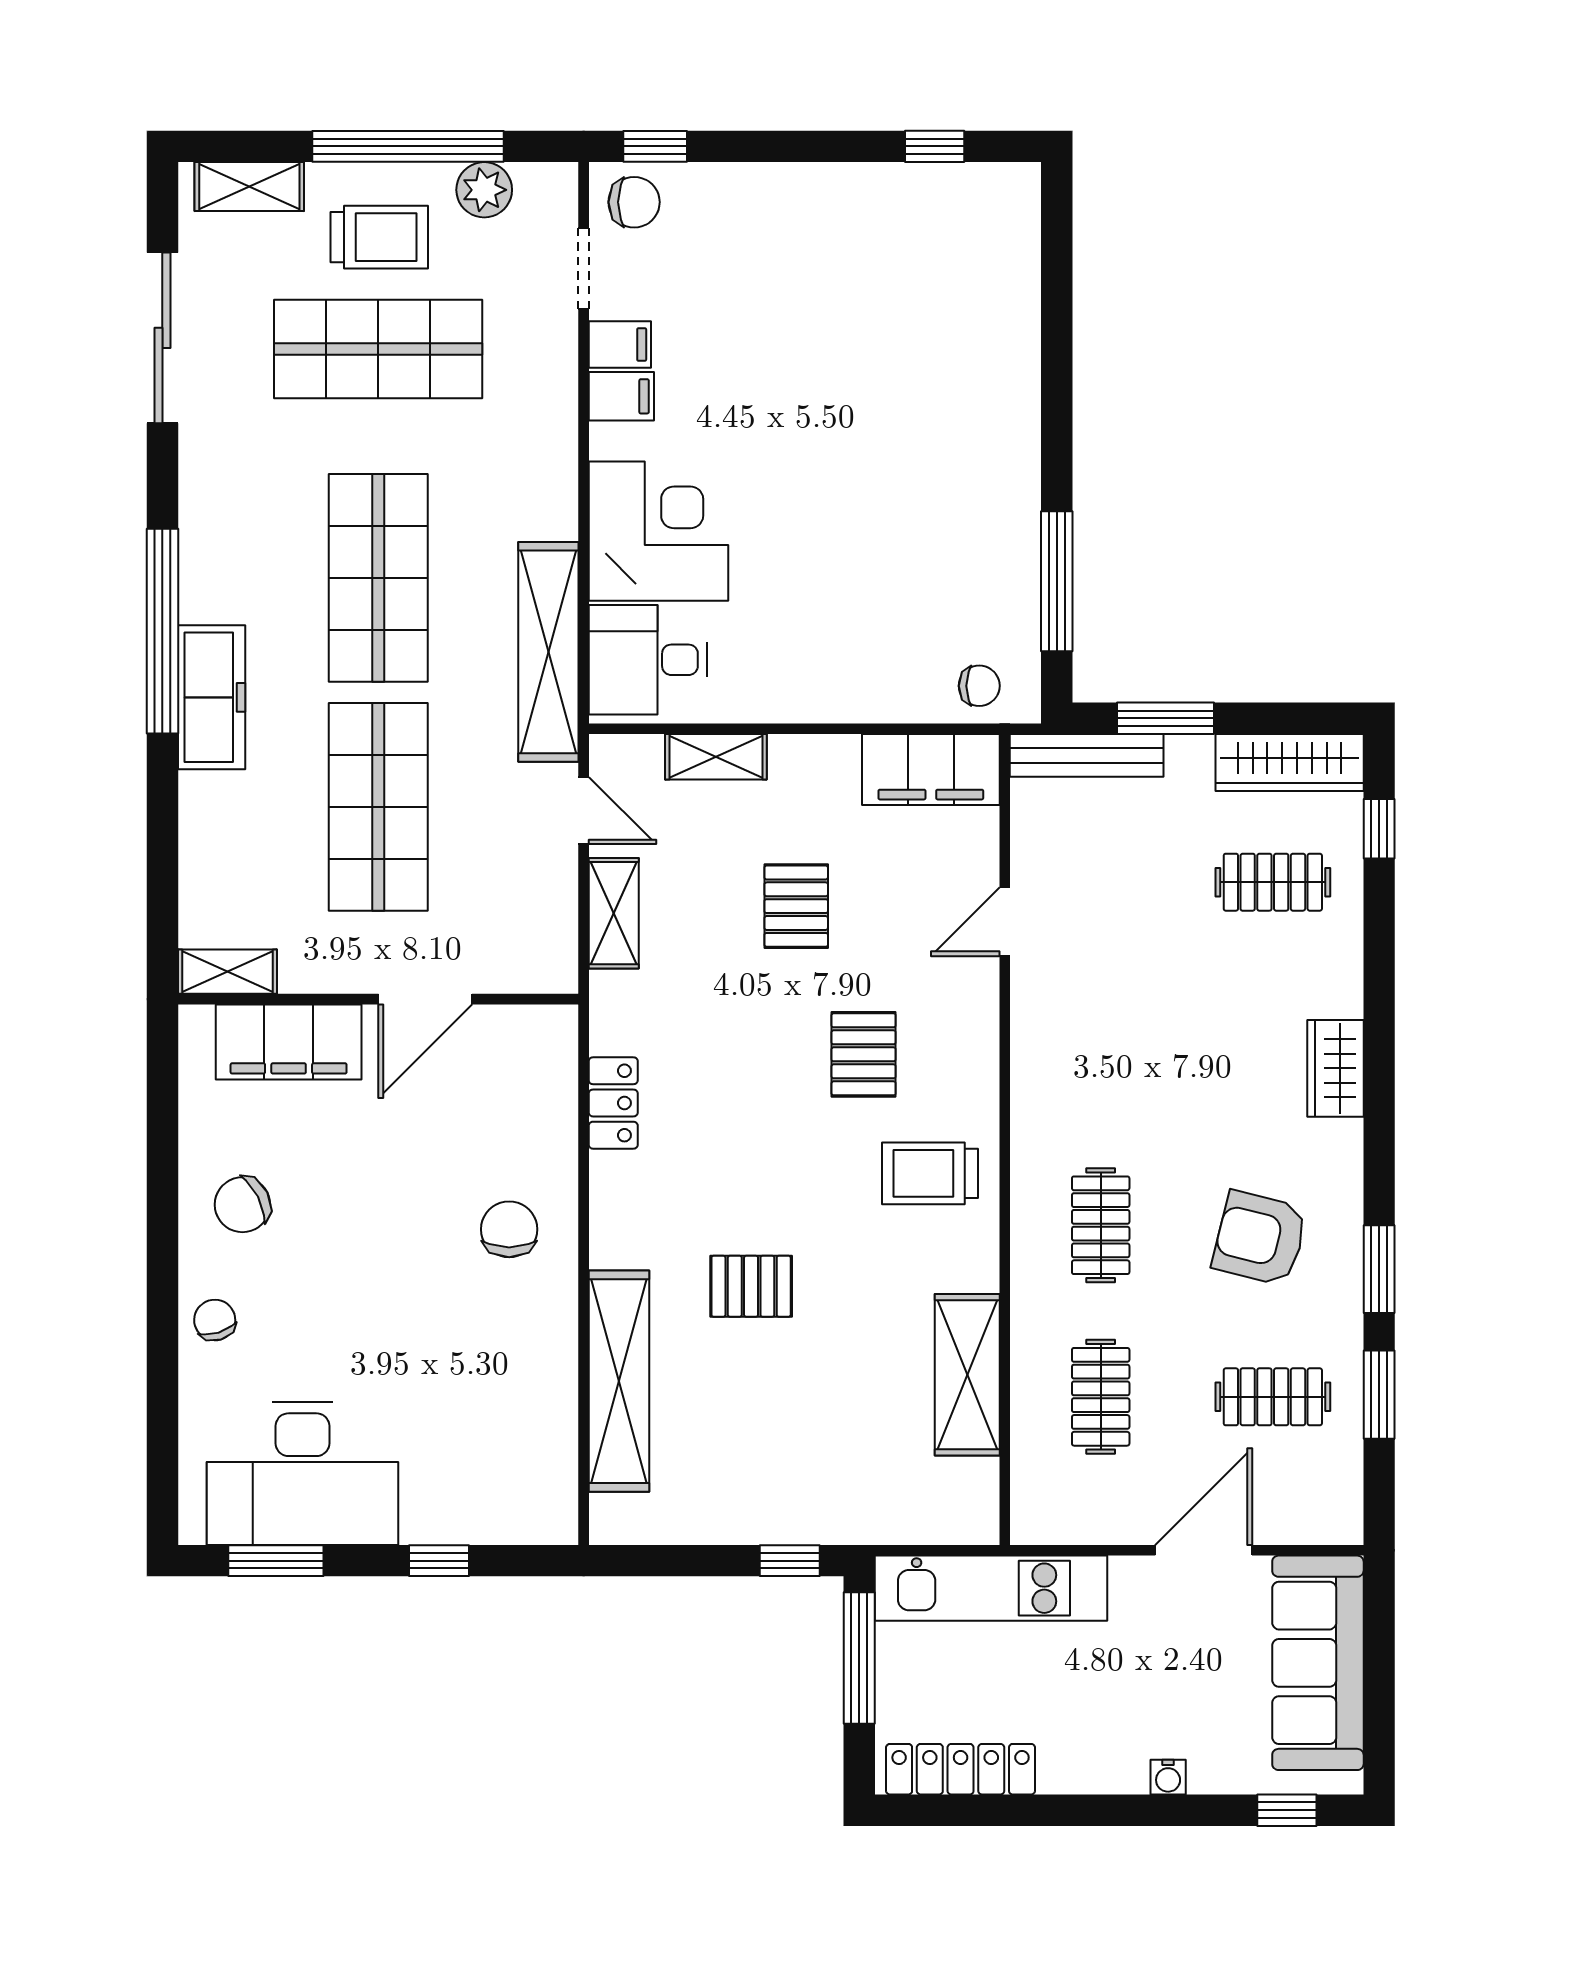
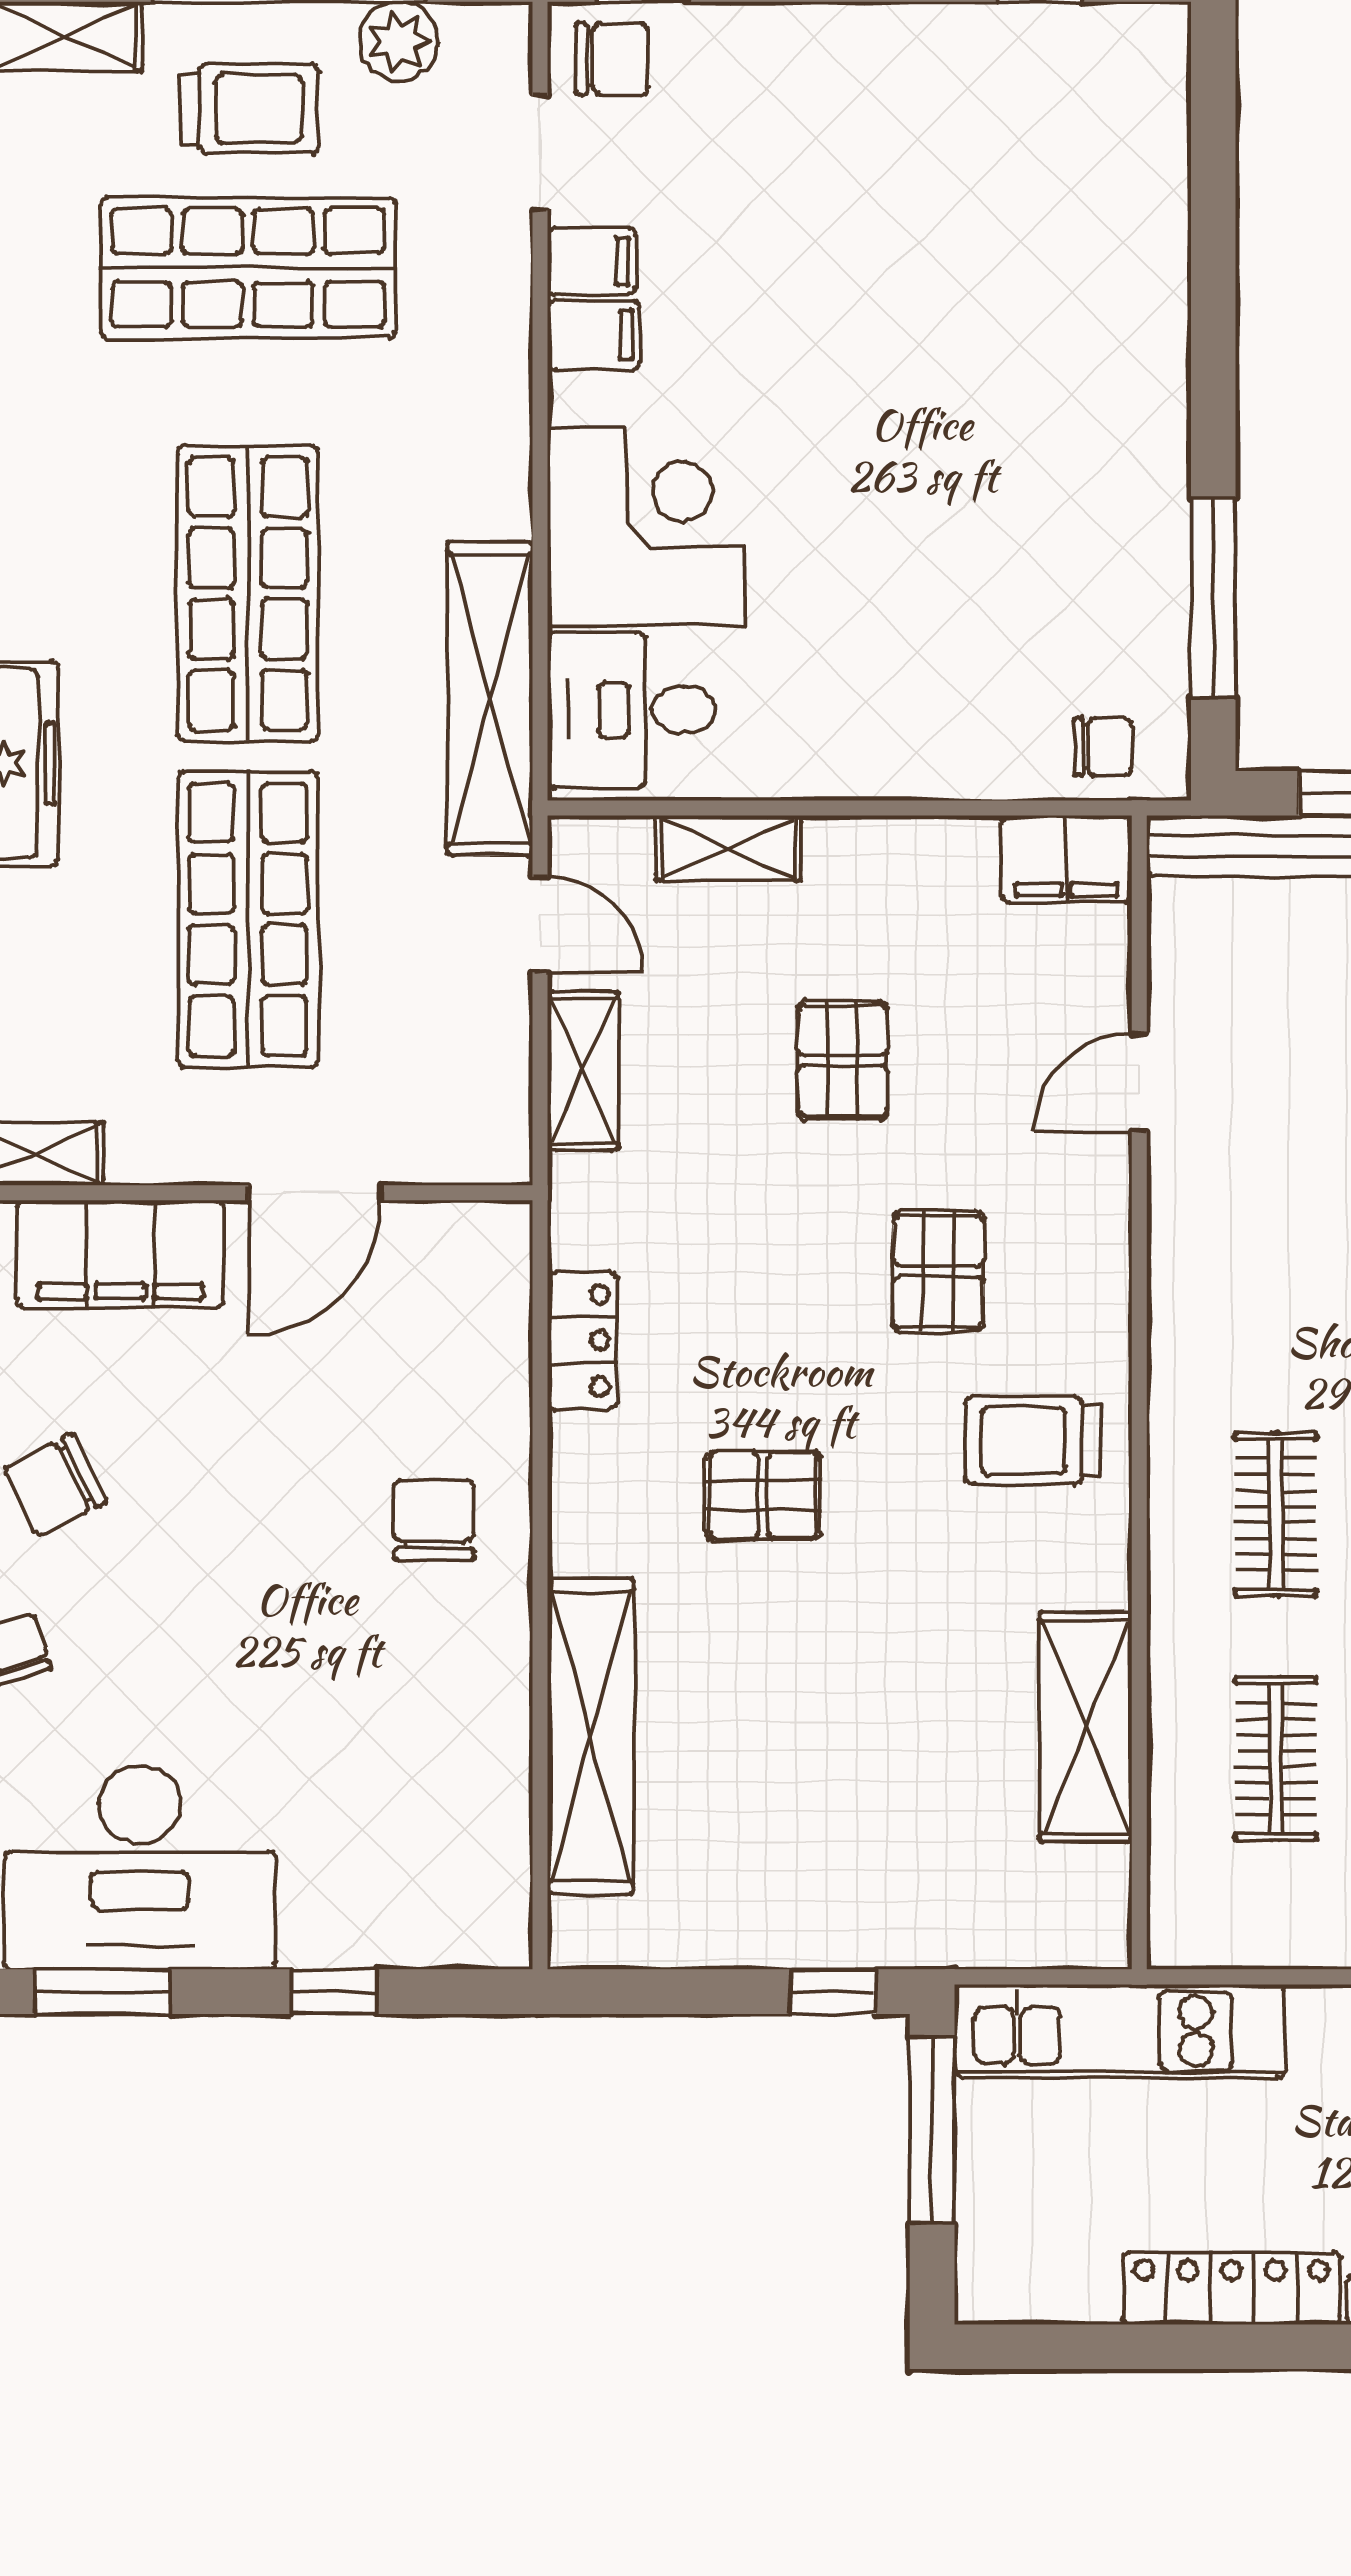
filing cabinet: (931, 770) -> (1067, 859), width x0.67, depth x0.86
pallet: (751, 1286) -> (763, 1495), moved
locker: (961, 1769) -> (1232, 2288), moved

